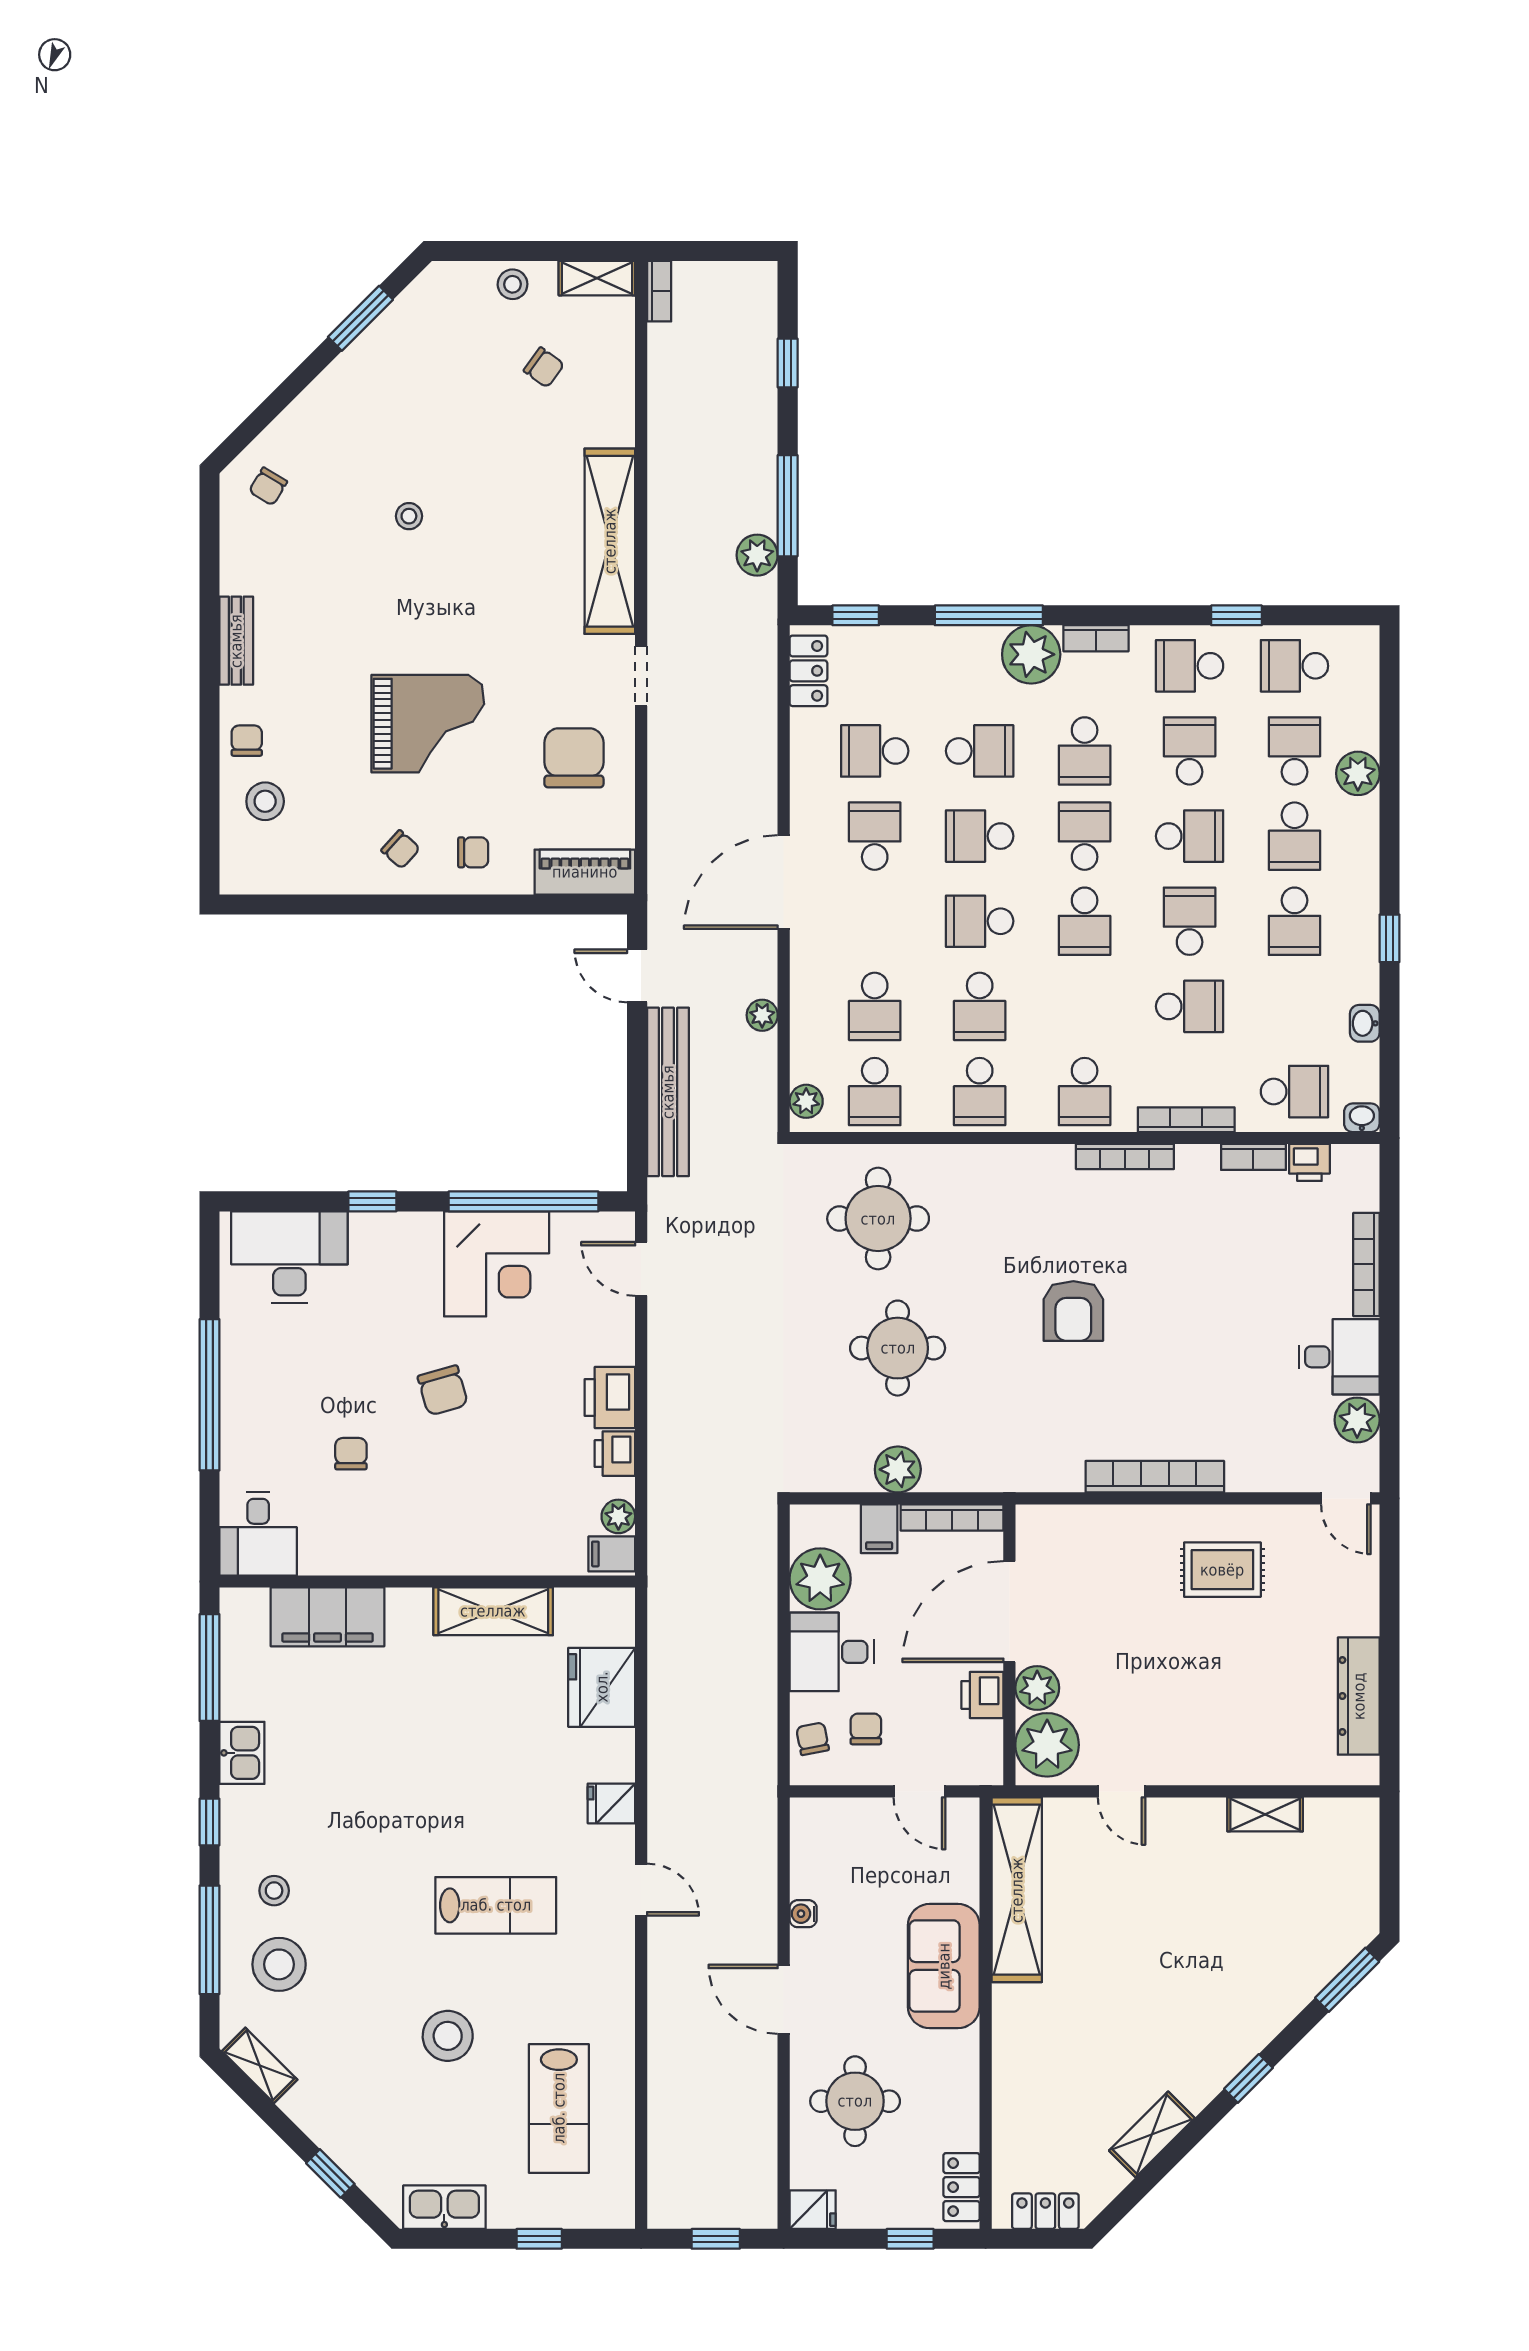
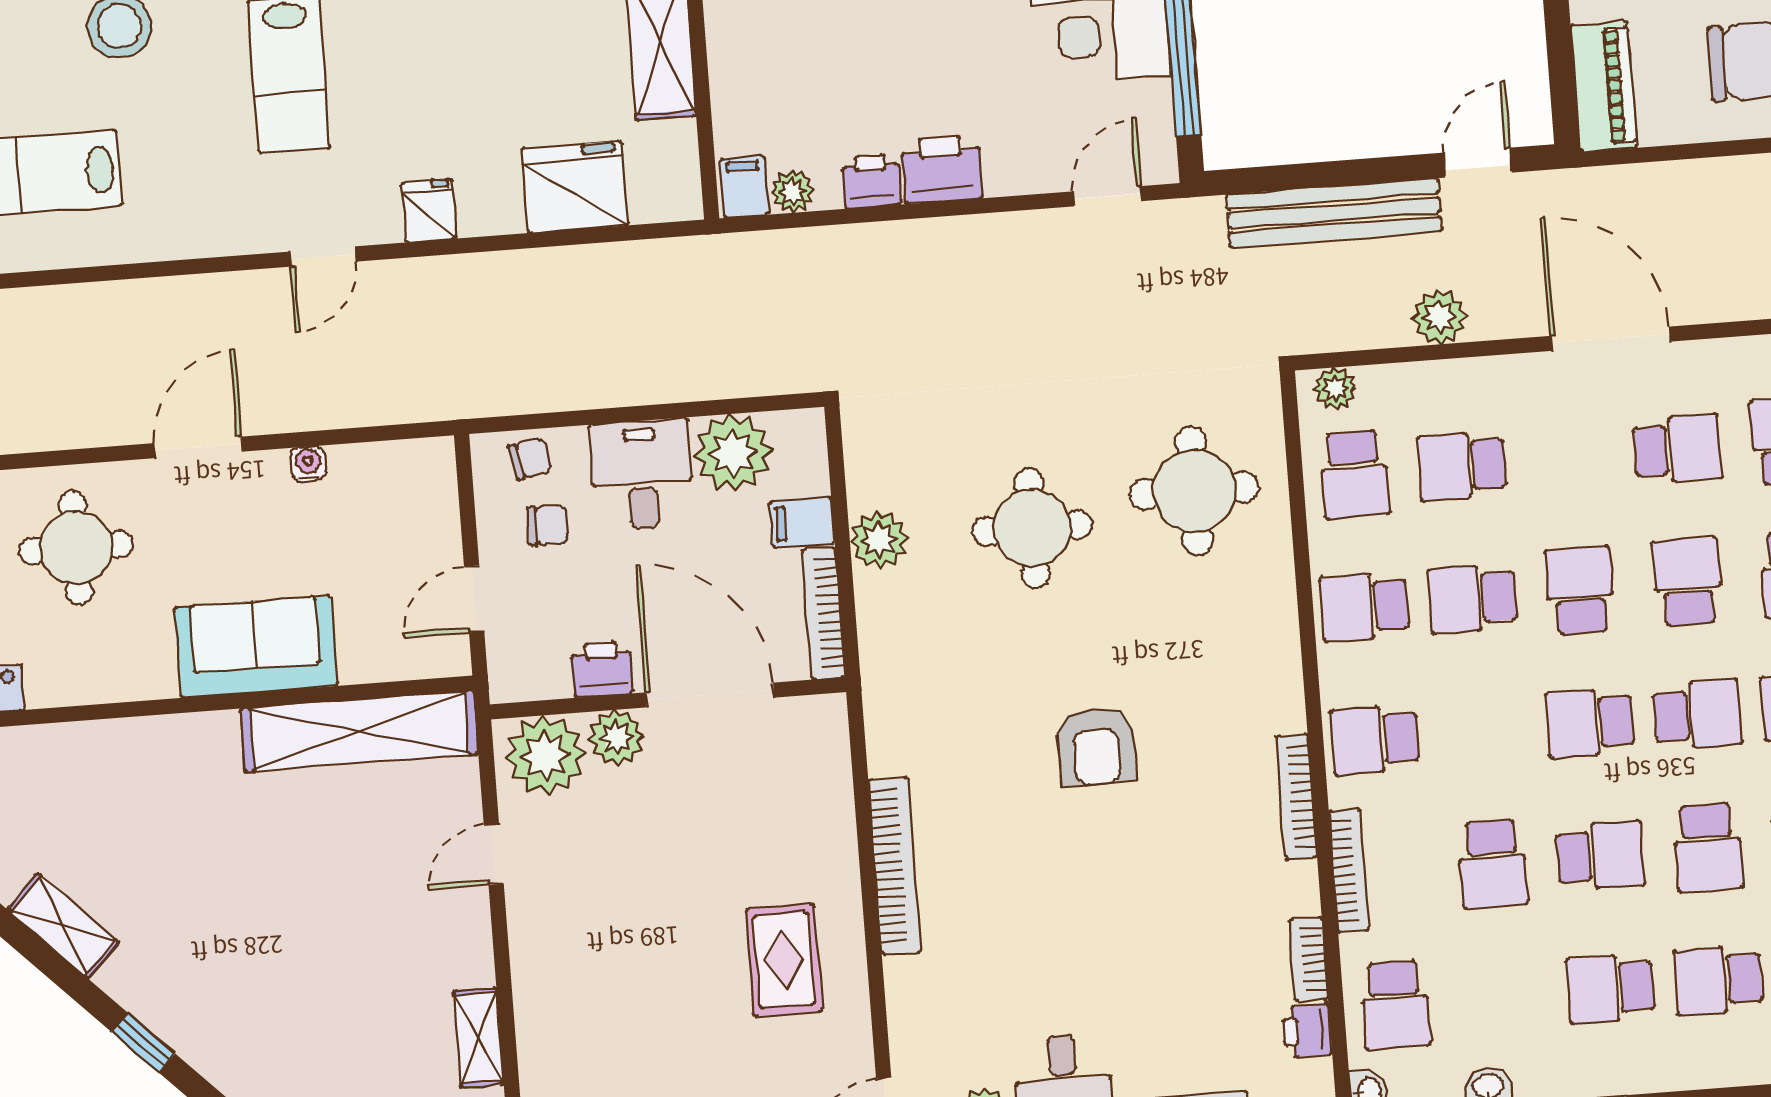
plant: (762, 1015) -> (1439, 317), width x1.38, depth x1.38
school desk: (875, 1092) -> (1354, 474), turned -90
armchair: (1073, 1311) -> (1096, 747), turned -90

